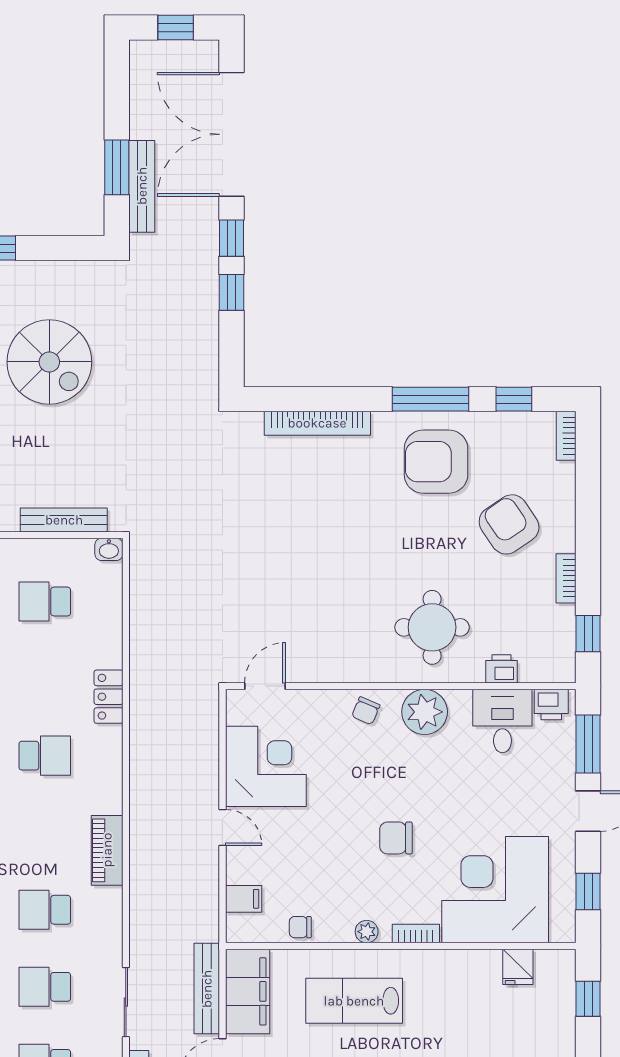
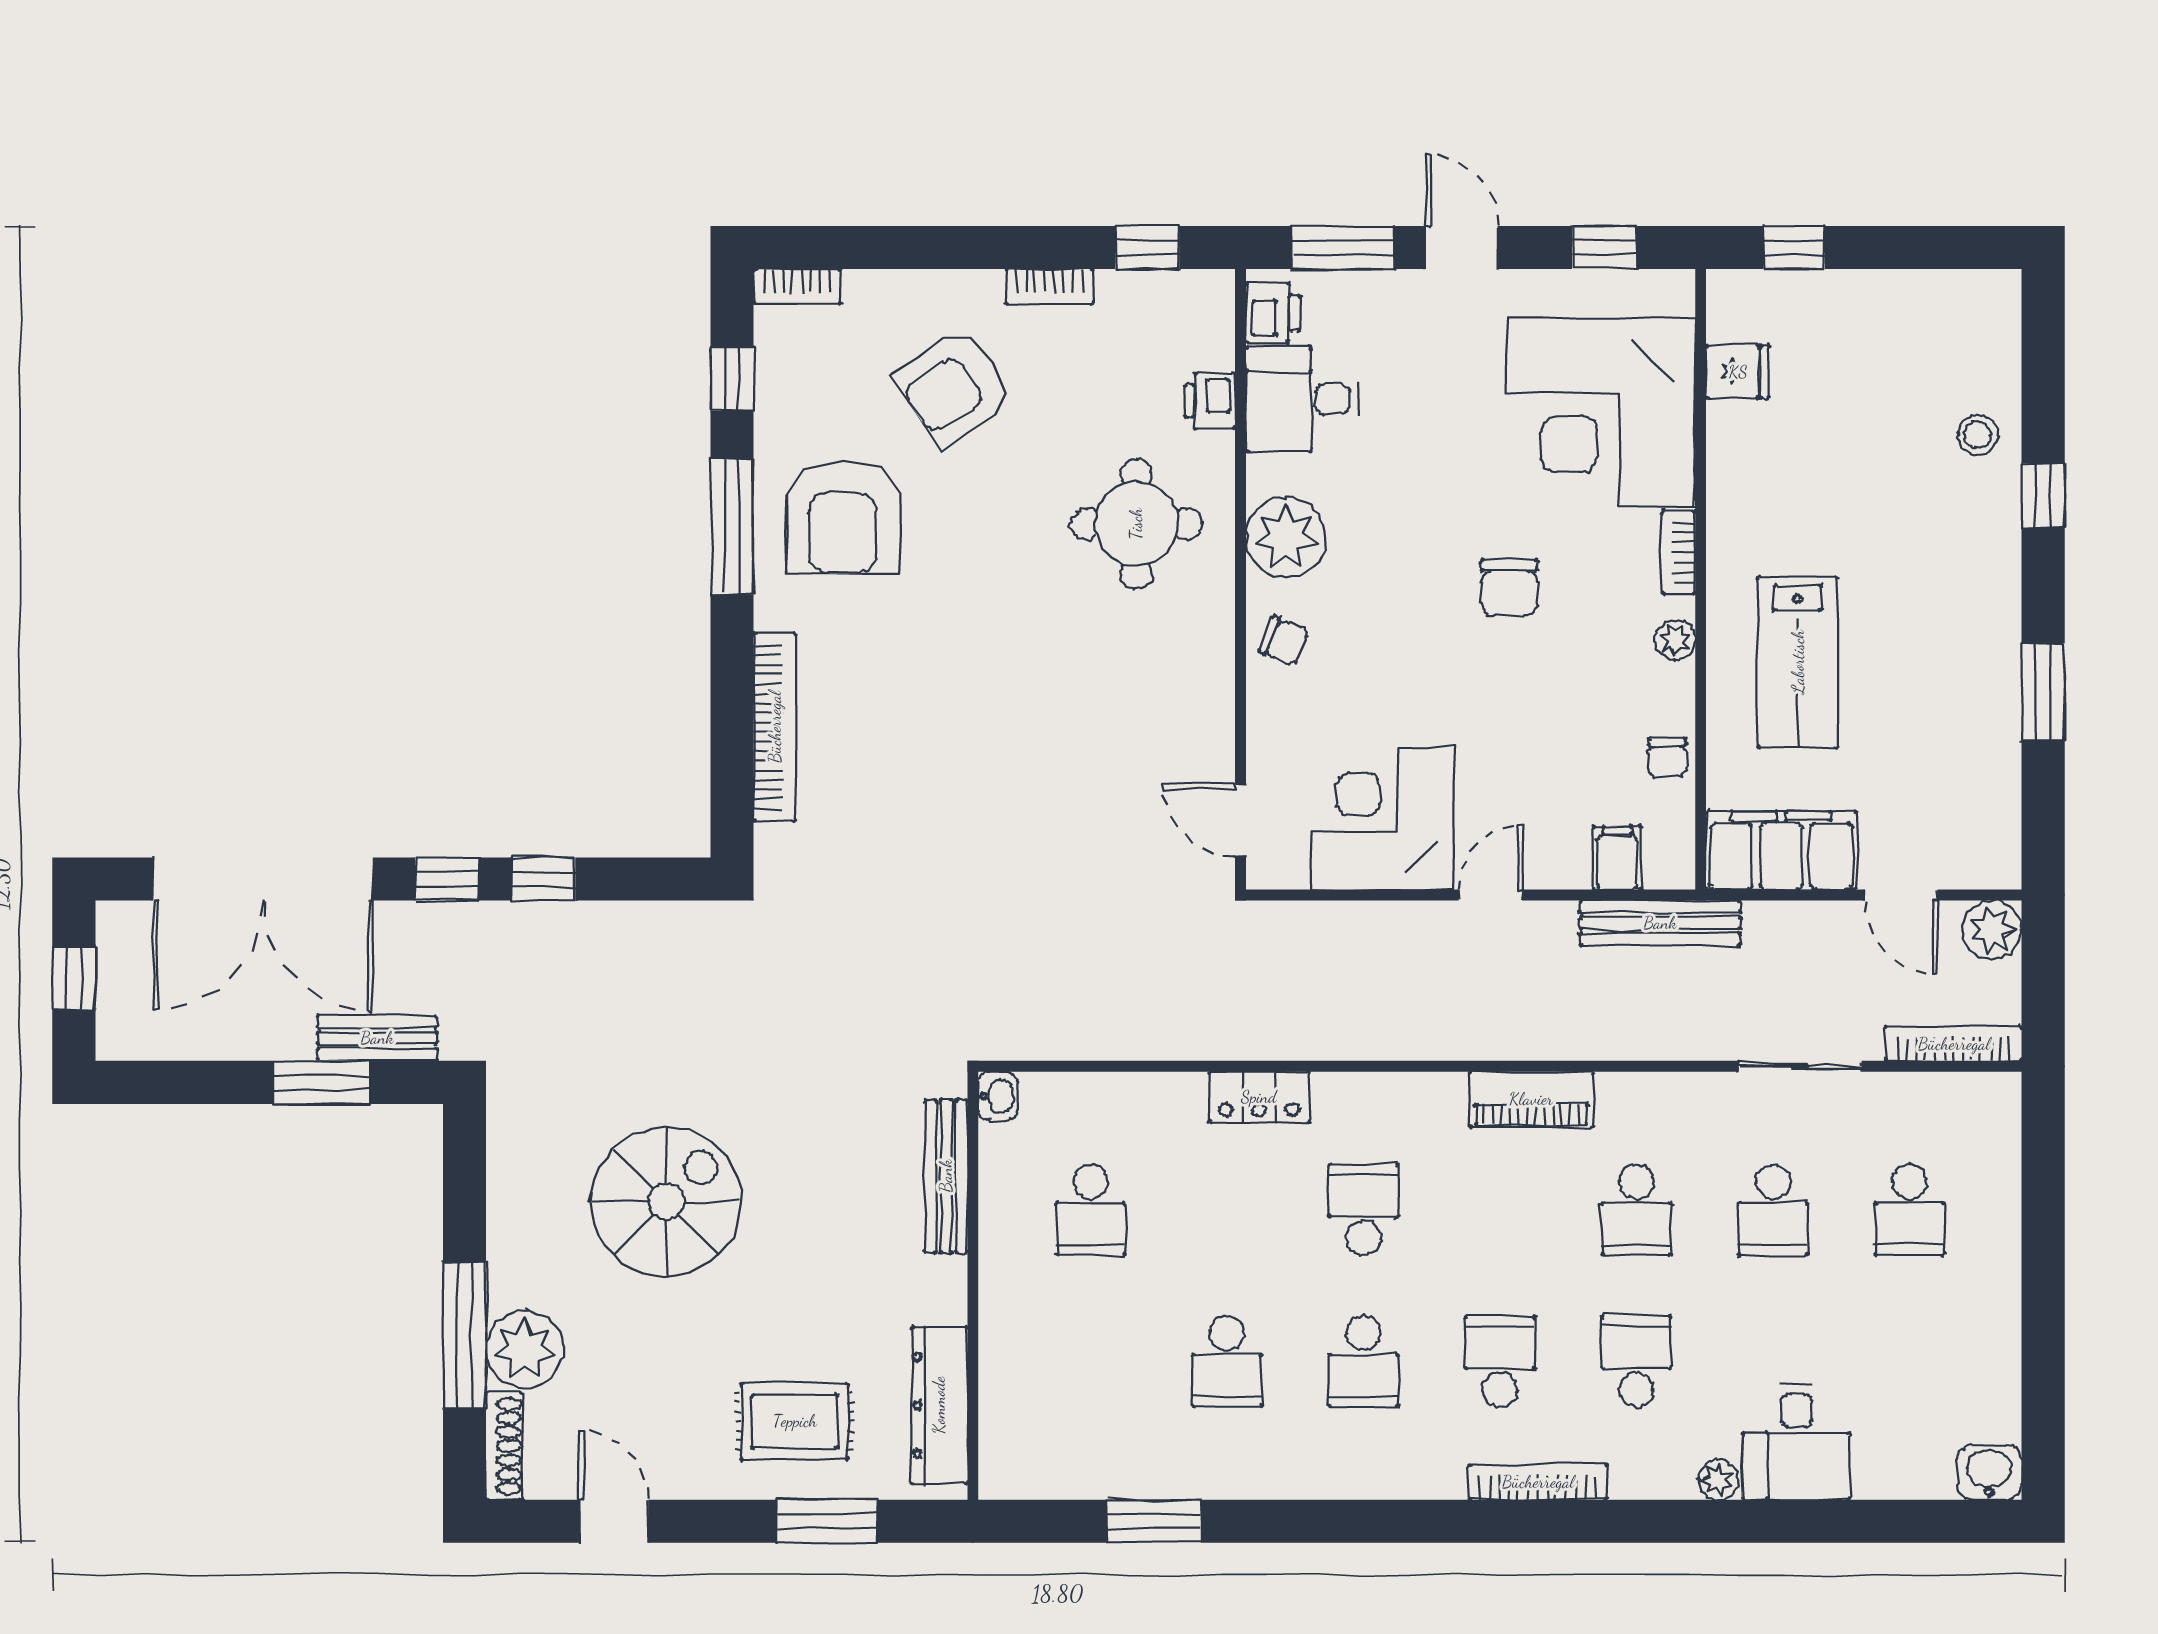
bench: (142, 186) -> (377, 1038), width x0.73
bench: (207, 989) -> (1660, 923), moved

